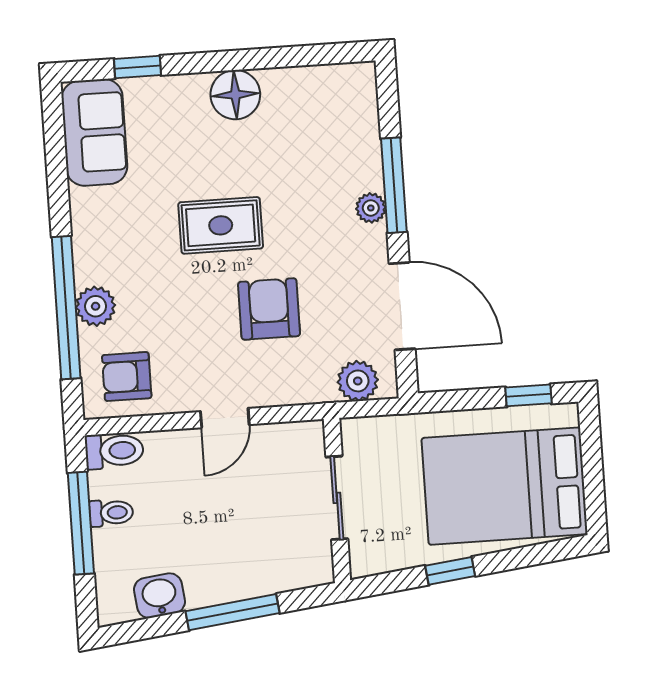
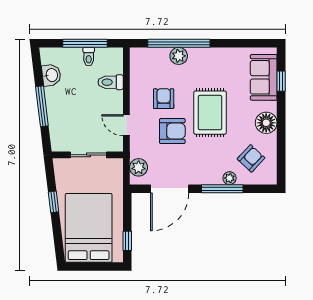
armchair: (320, 124) -> (251, 158), added
sofa: (94, 132) -> (264, 77), moved, turned 90
plant: (371, 208) -> (230, 178), moved
rug: (221, 225) -> (210, 113), width x1.36, depth x1.43
armchair: (127, 377) -> (164, 99), moved
door: (225, 418) -> (126, 125), moved
toilet: (114, 451) -> (111, 82), moved, turned 90

